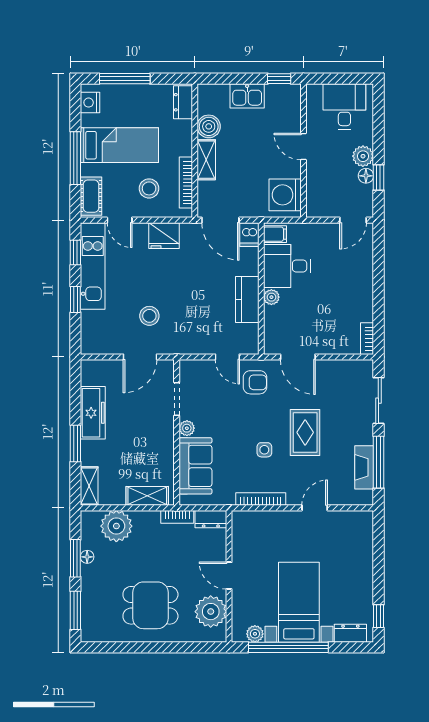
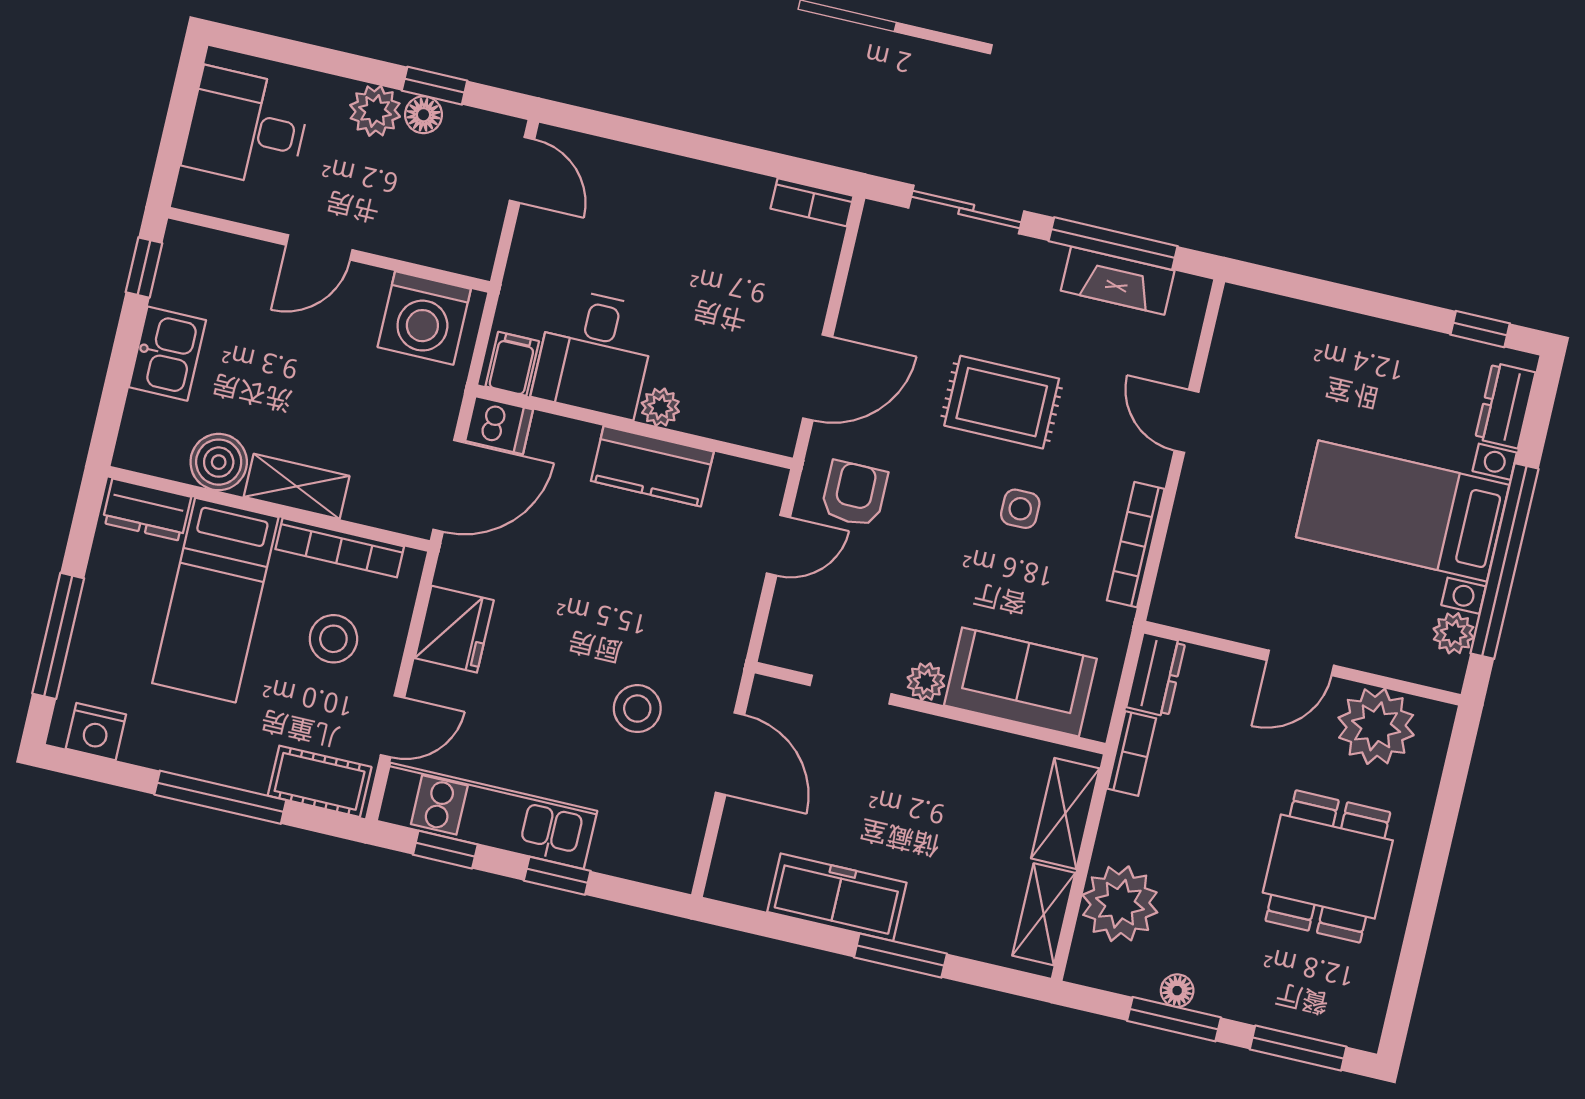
bed: (119, 145) -> (215, 600), moved, turned 180
shelving: (89, 486) -> (1044, 914), moved, turned 90

